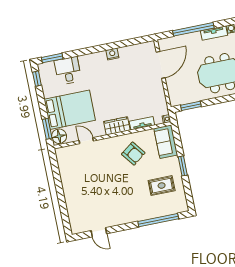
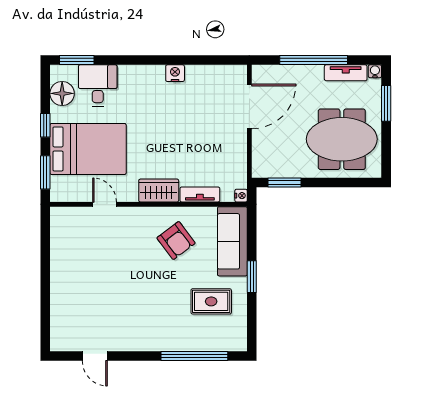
window: (37, 79) -> (45, 125), moved
floor lamp: (59, 136) -> (62, 93), moved
sofa: (166, 142) -> (232, 241), width x1.36

